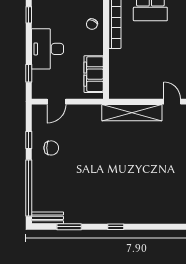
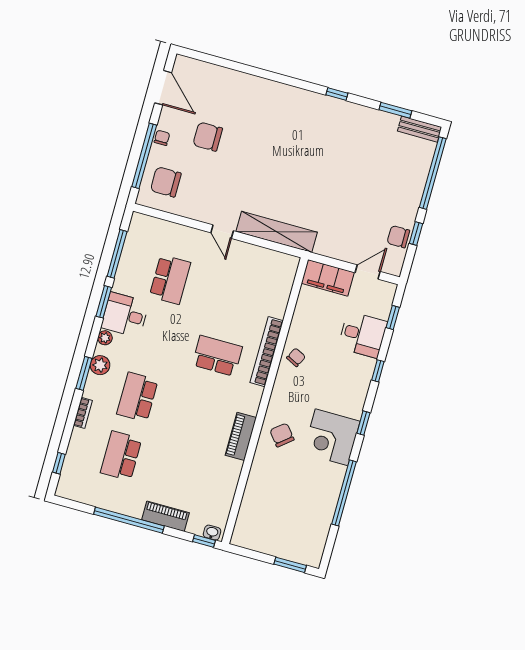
window: (29, 15) -> (378, 371), moved
desk: (47, 49) -> (363, 335), width x0.73
filing cabinet: (94, 74) -> (328, 278), moved, turned 90
chair: (51, 148) -> (398, 237), moved

